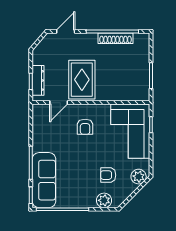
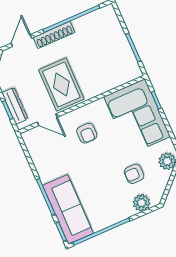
shoe rack: (115, 38) -> (54, 35), moved
door: (59, 103) -> (47, 120), hinge flipped

